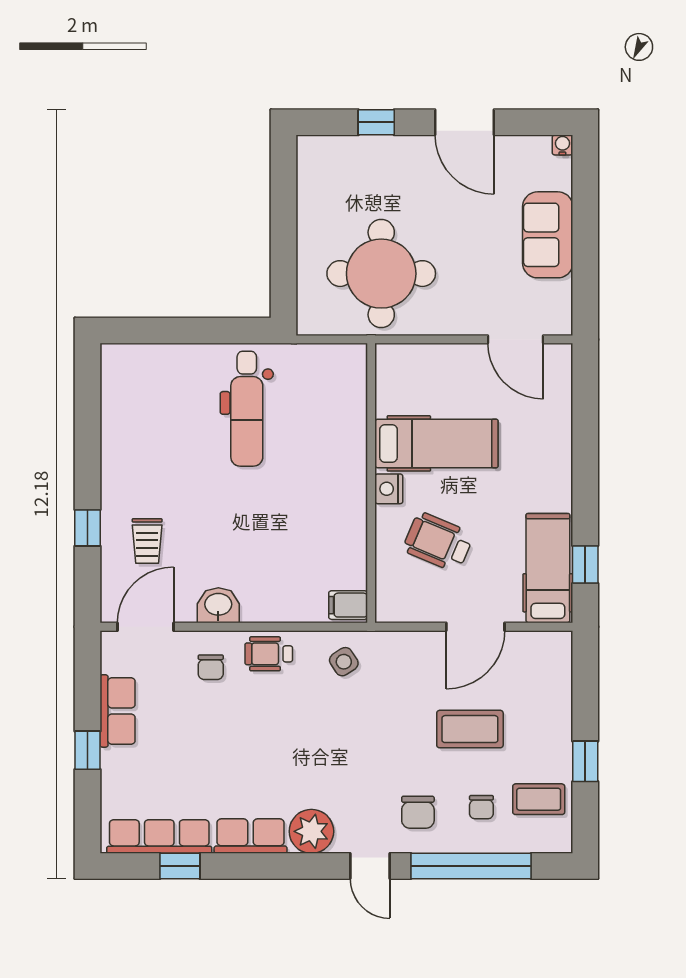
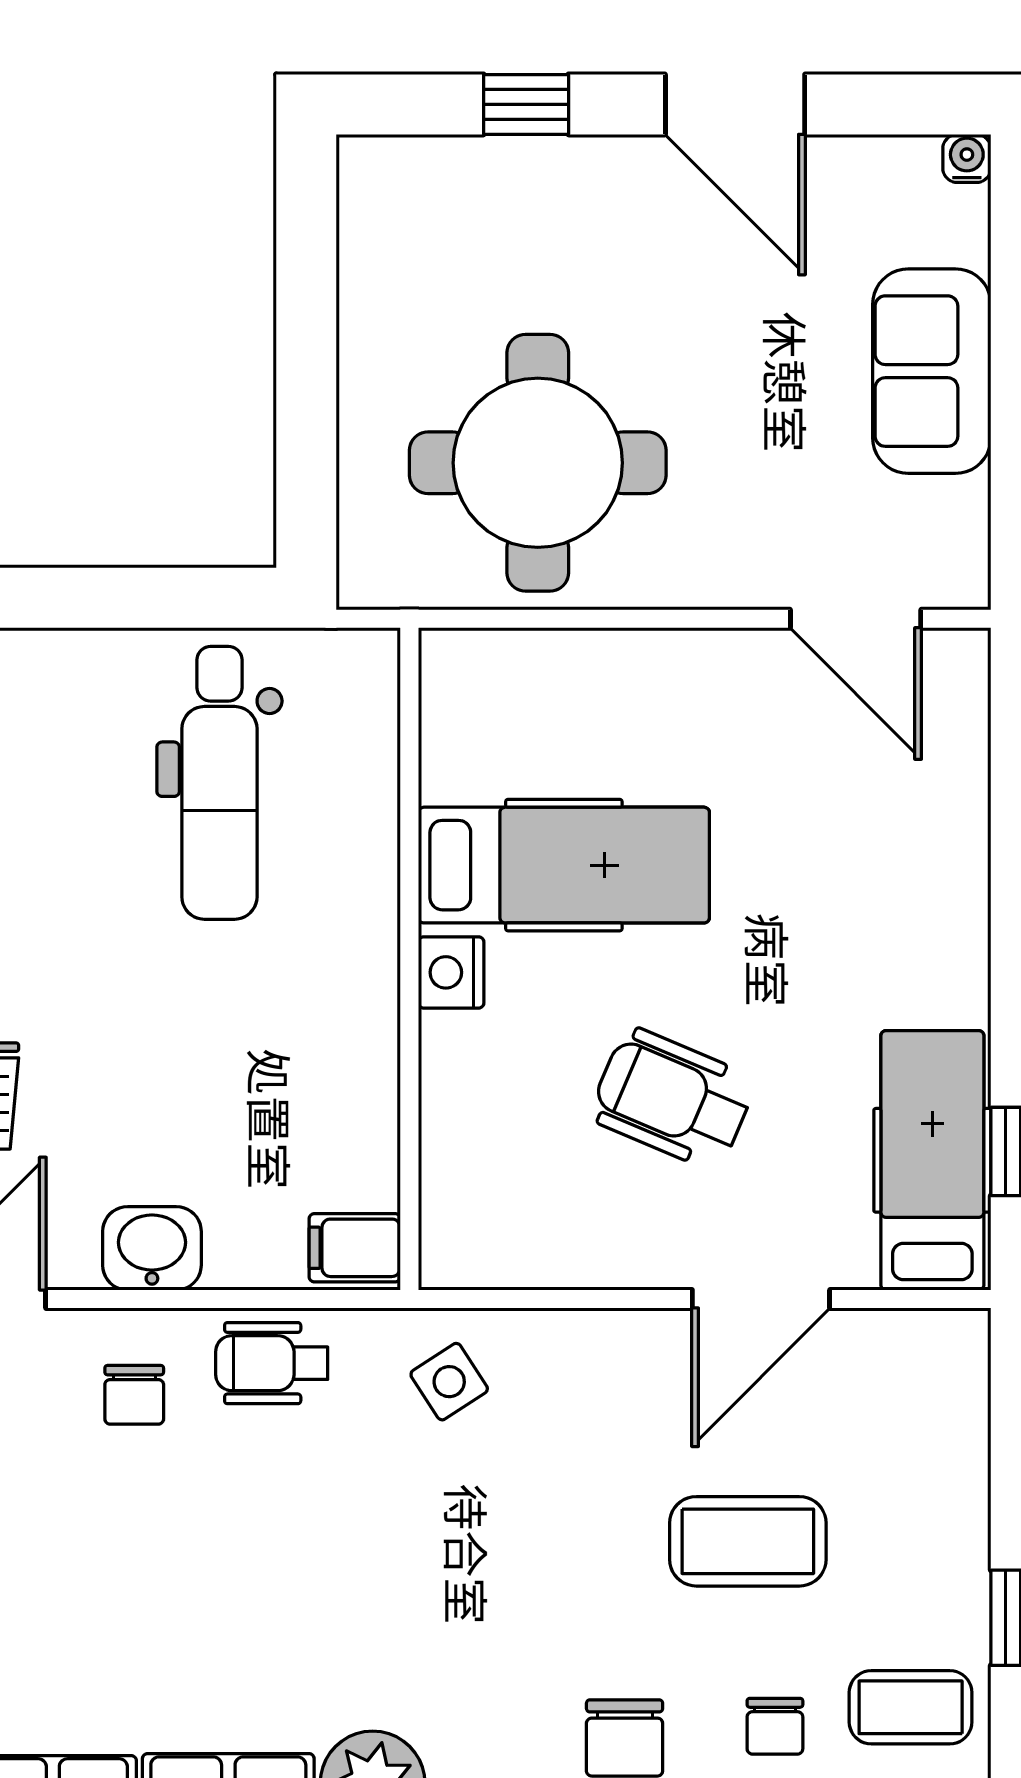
hospital bed: (436, 443) -> (564, 865), moved
wall: (371, 483) -> (409, 959), moved
nightstand: (389, 489) -> (451, 972), moved
filing cabinet: (348, 605) -> (355, 1248), moved

